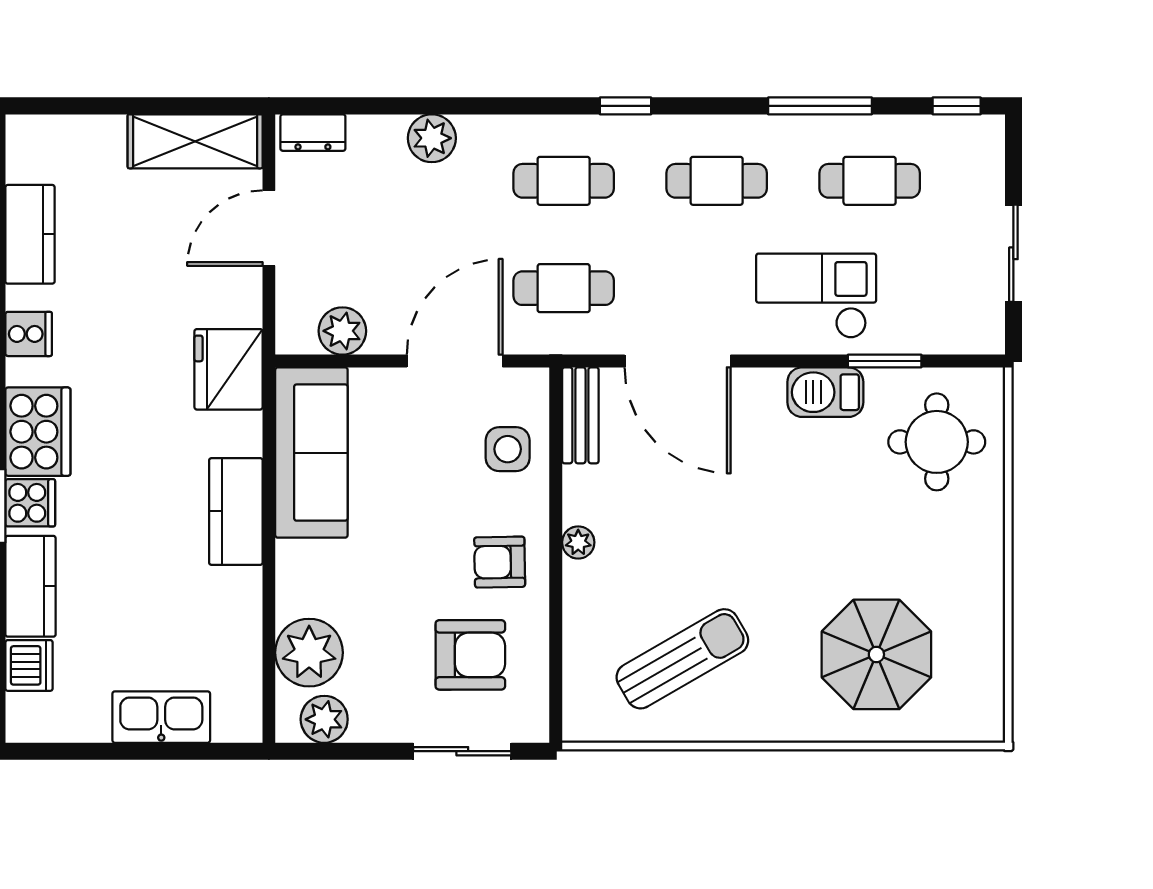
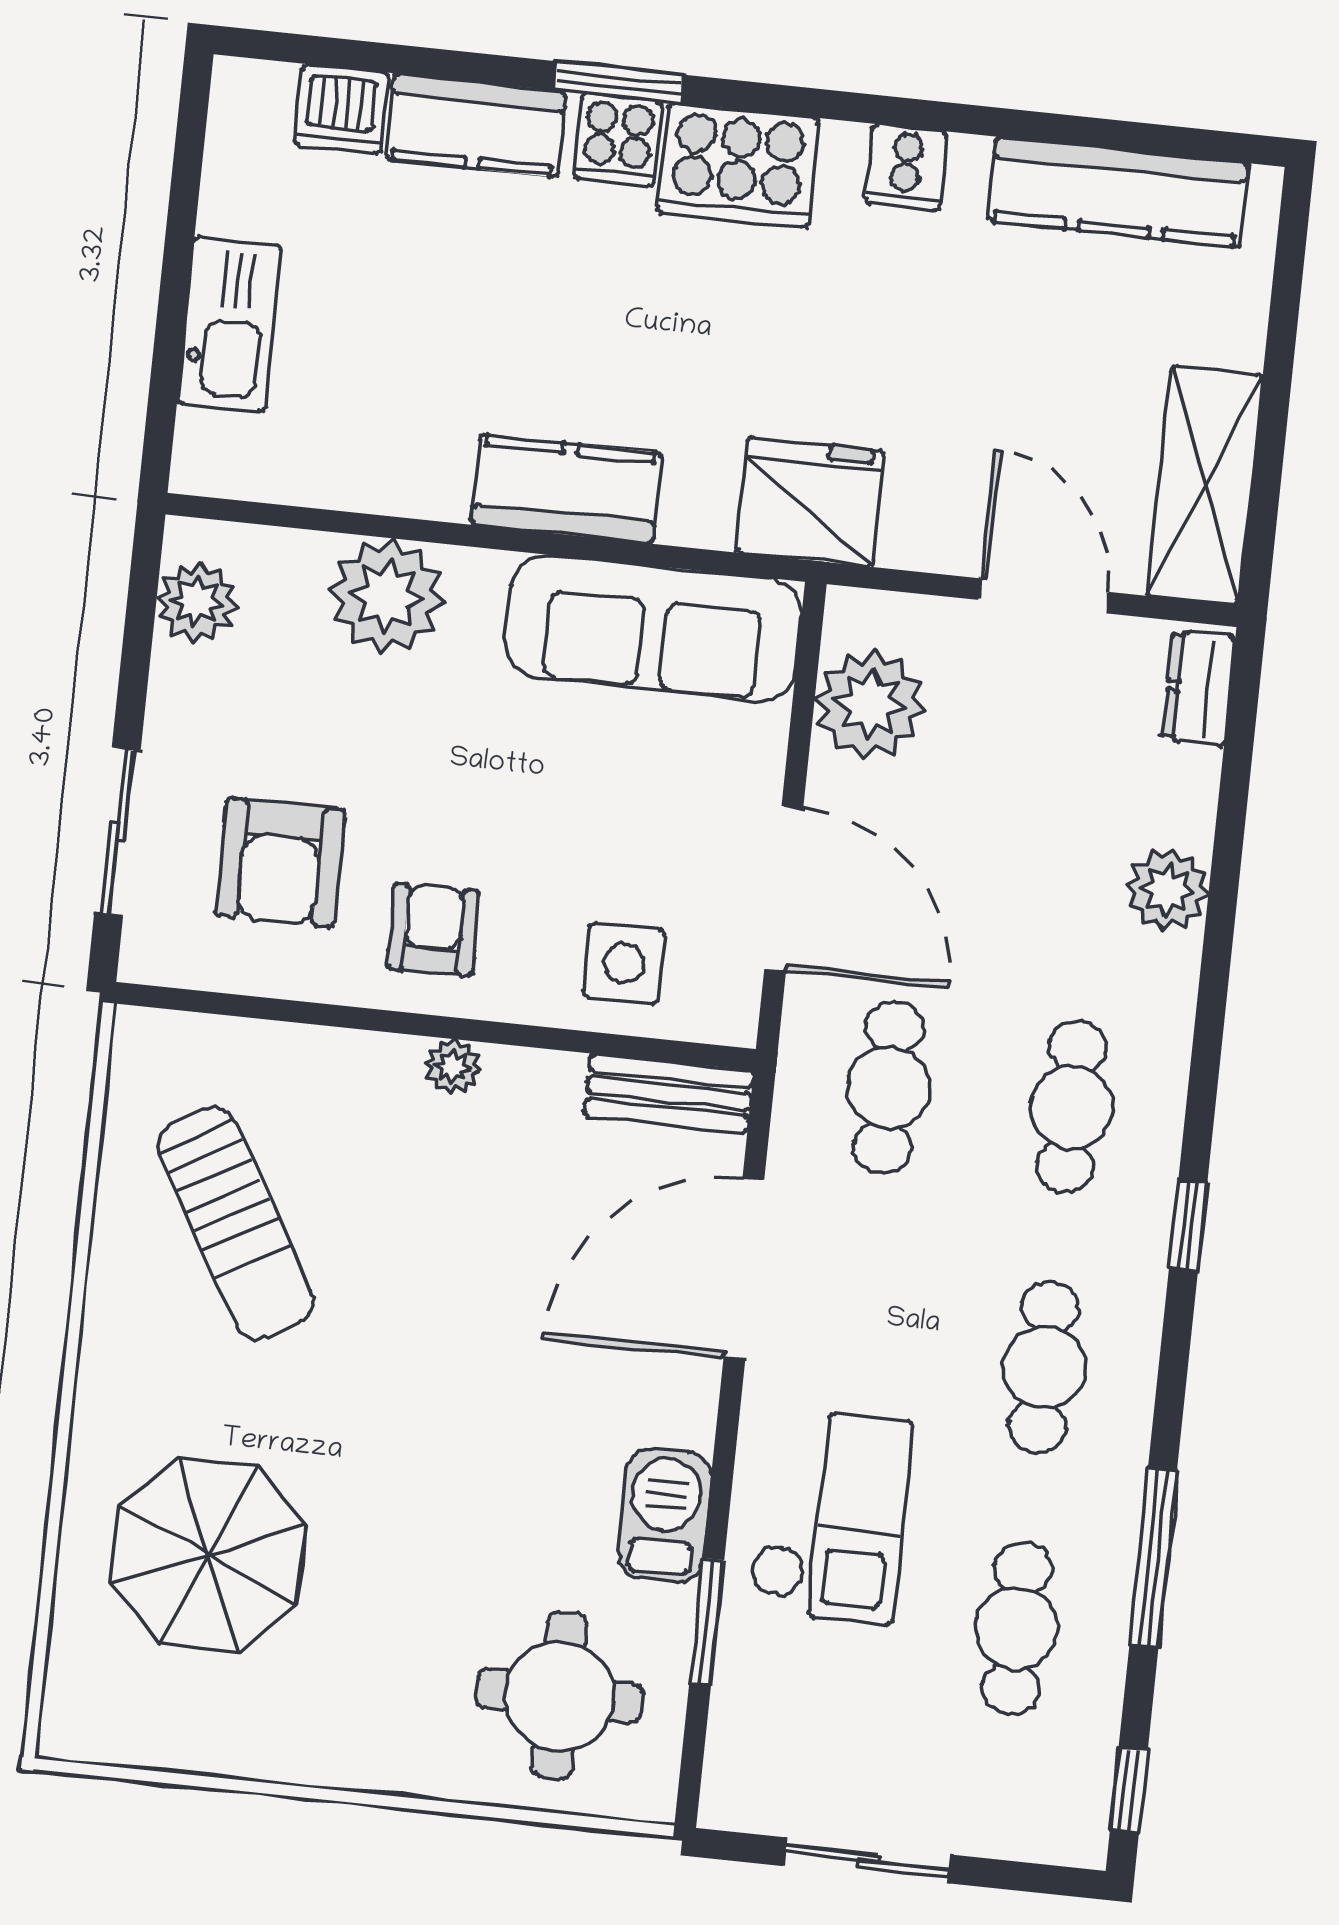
kitchen counter: (30, 234) -> (1118, 192), width x1.50
plant: (342, 331) -> (870, 704), width x1.36, depth x1.36
plant: (309, 653) -> (387, 596), moved

